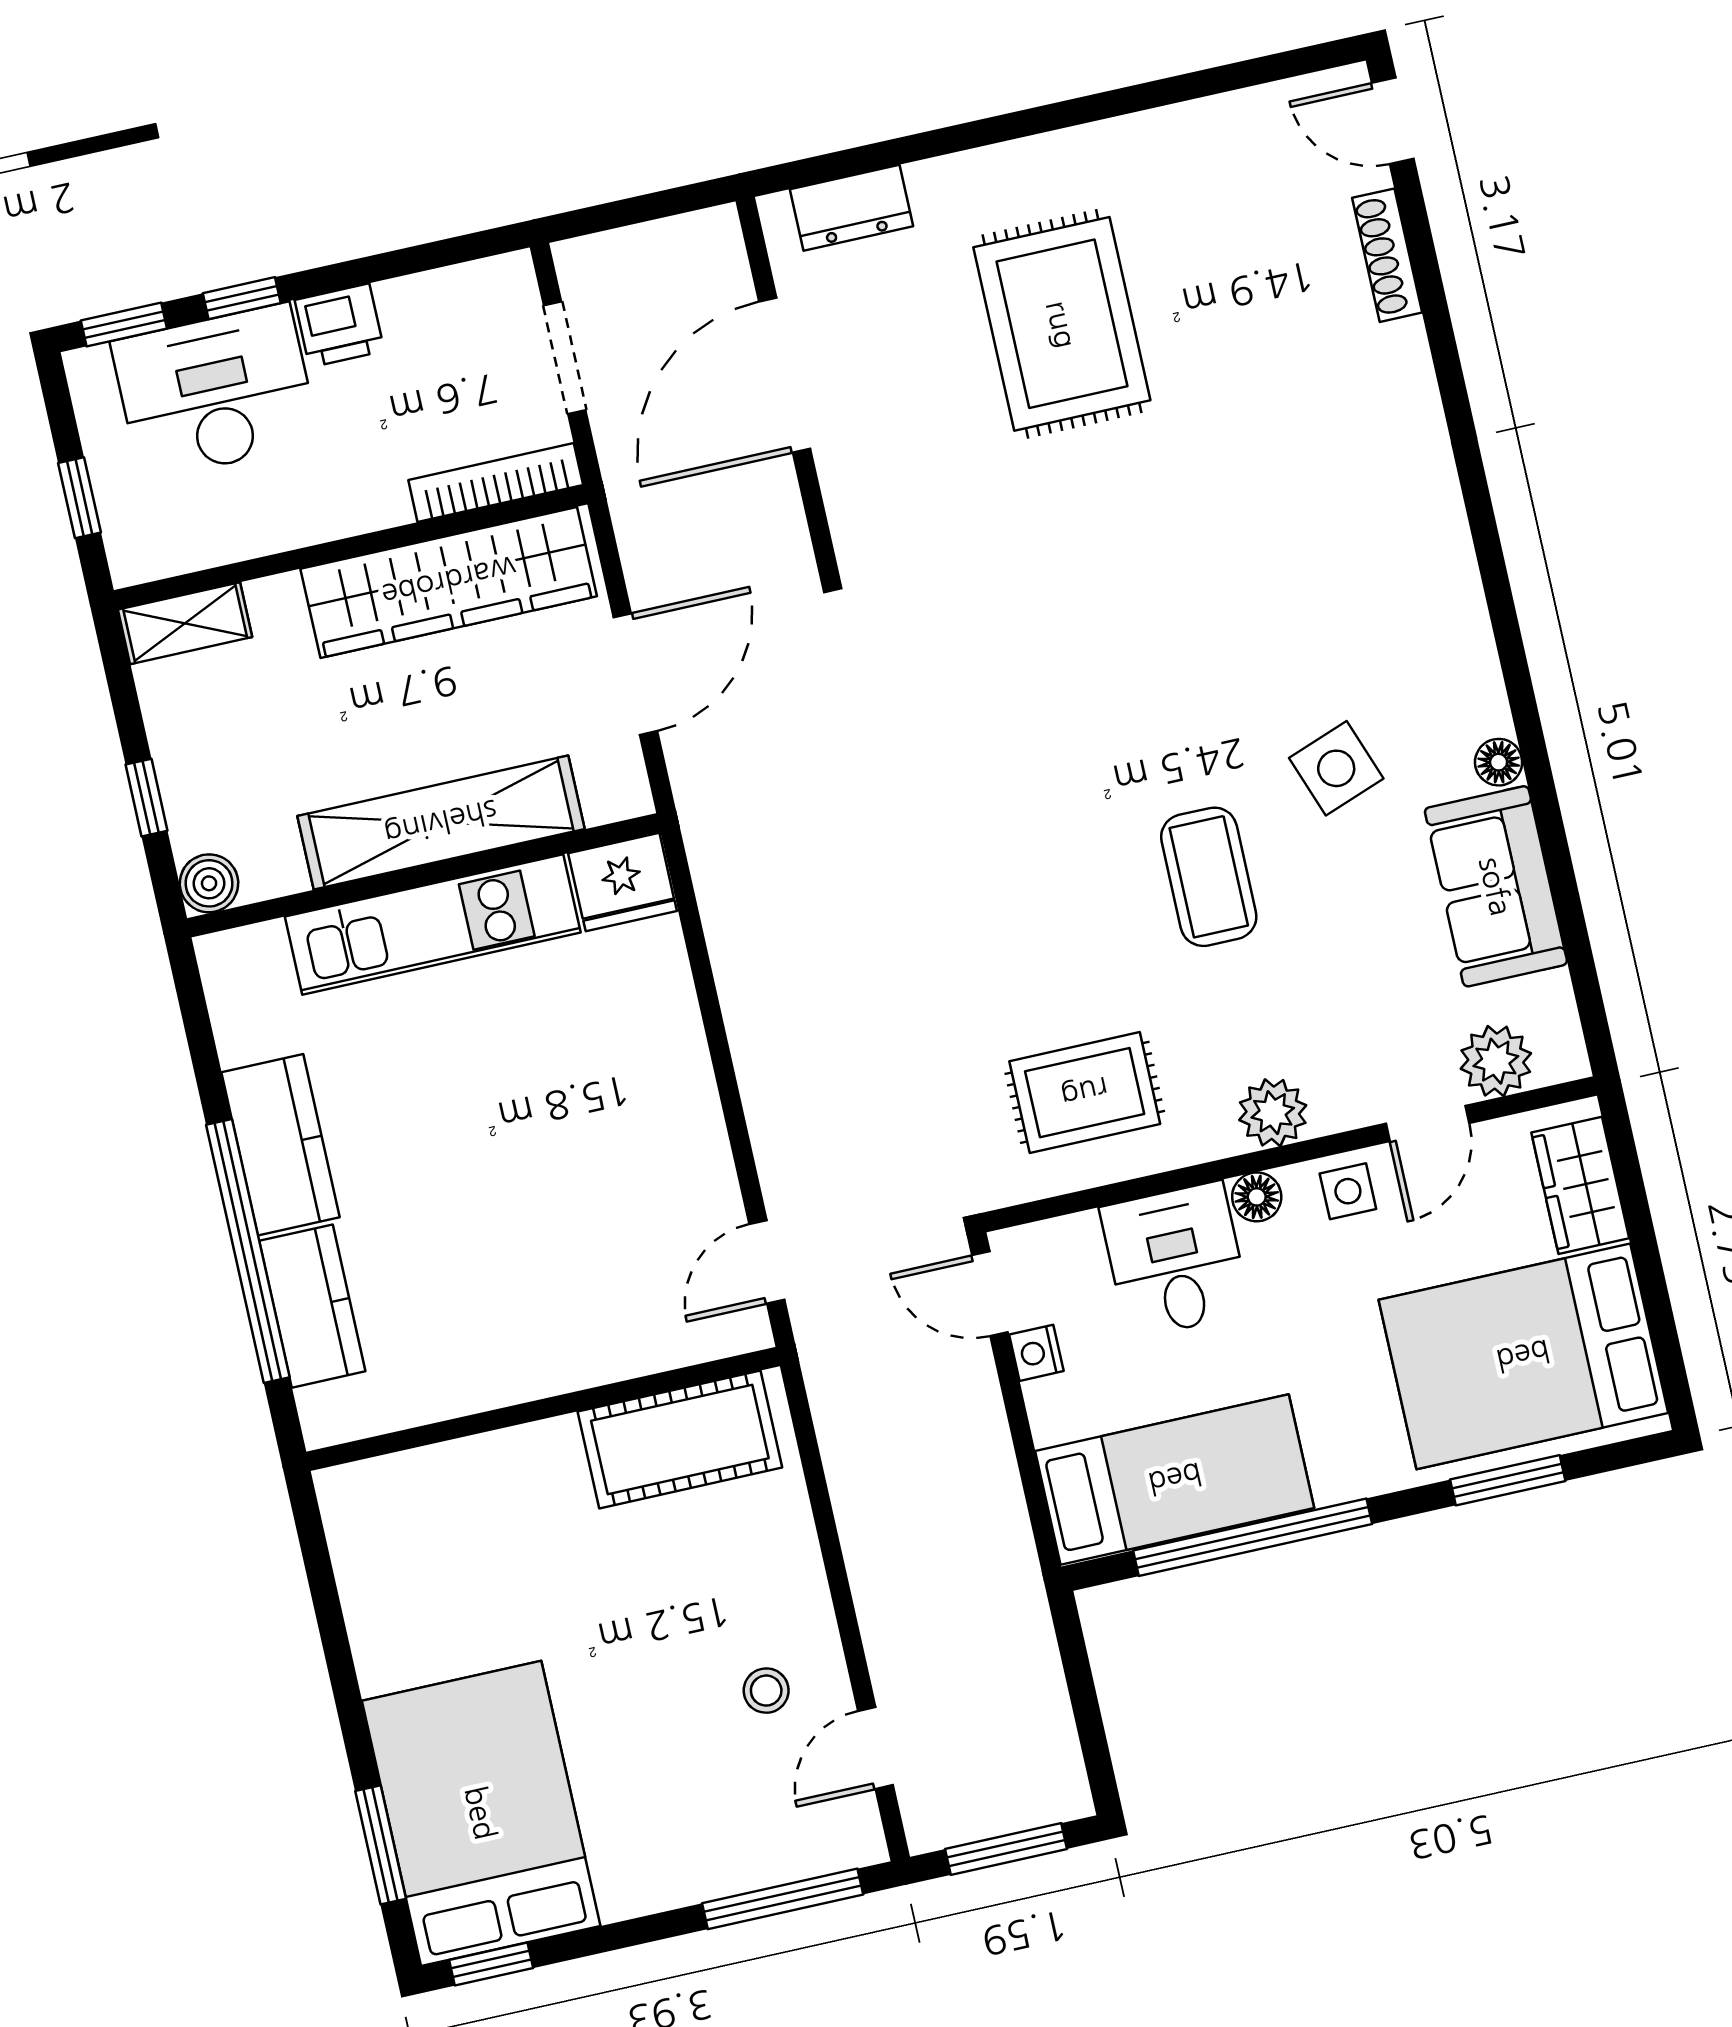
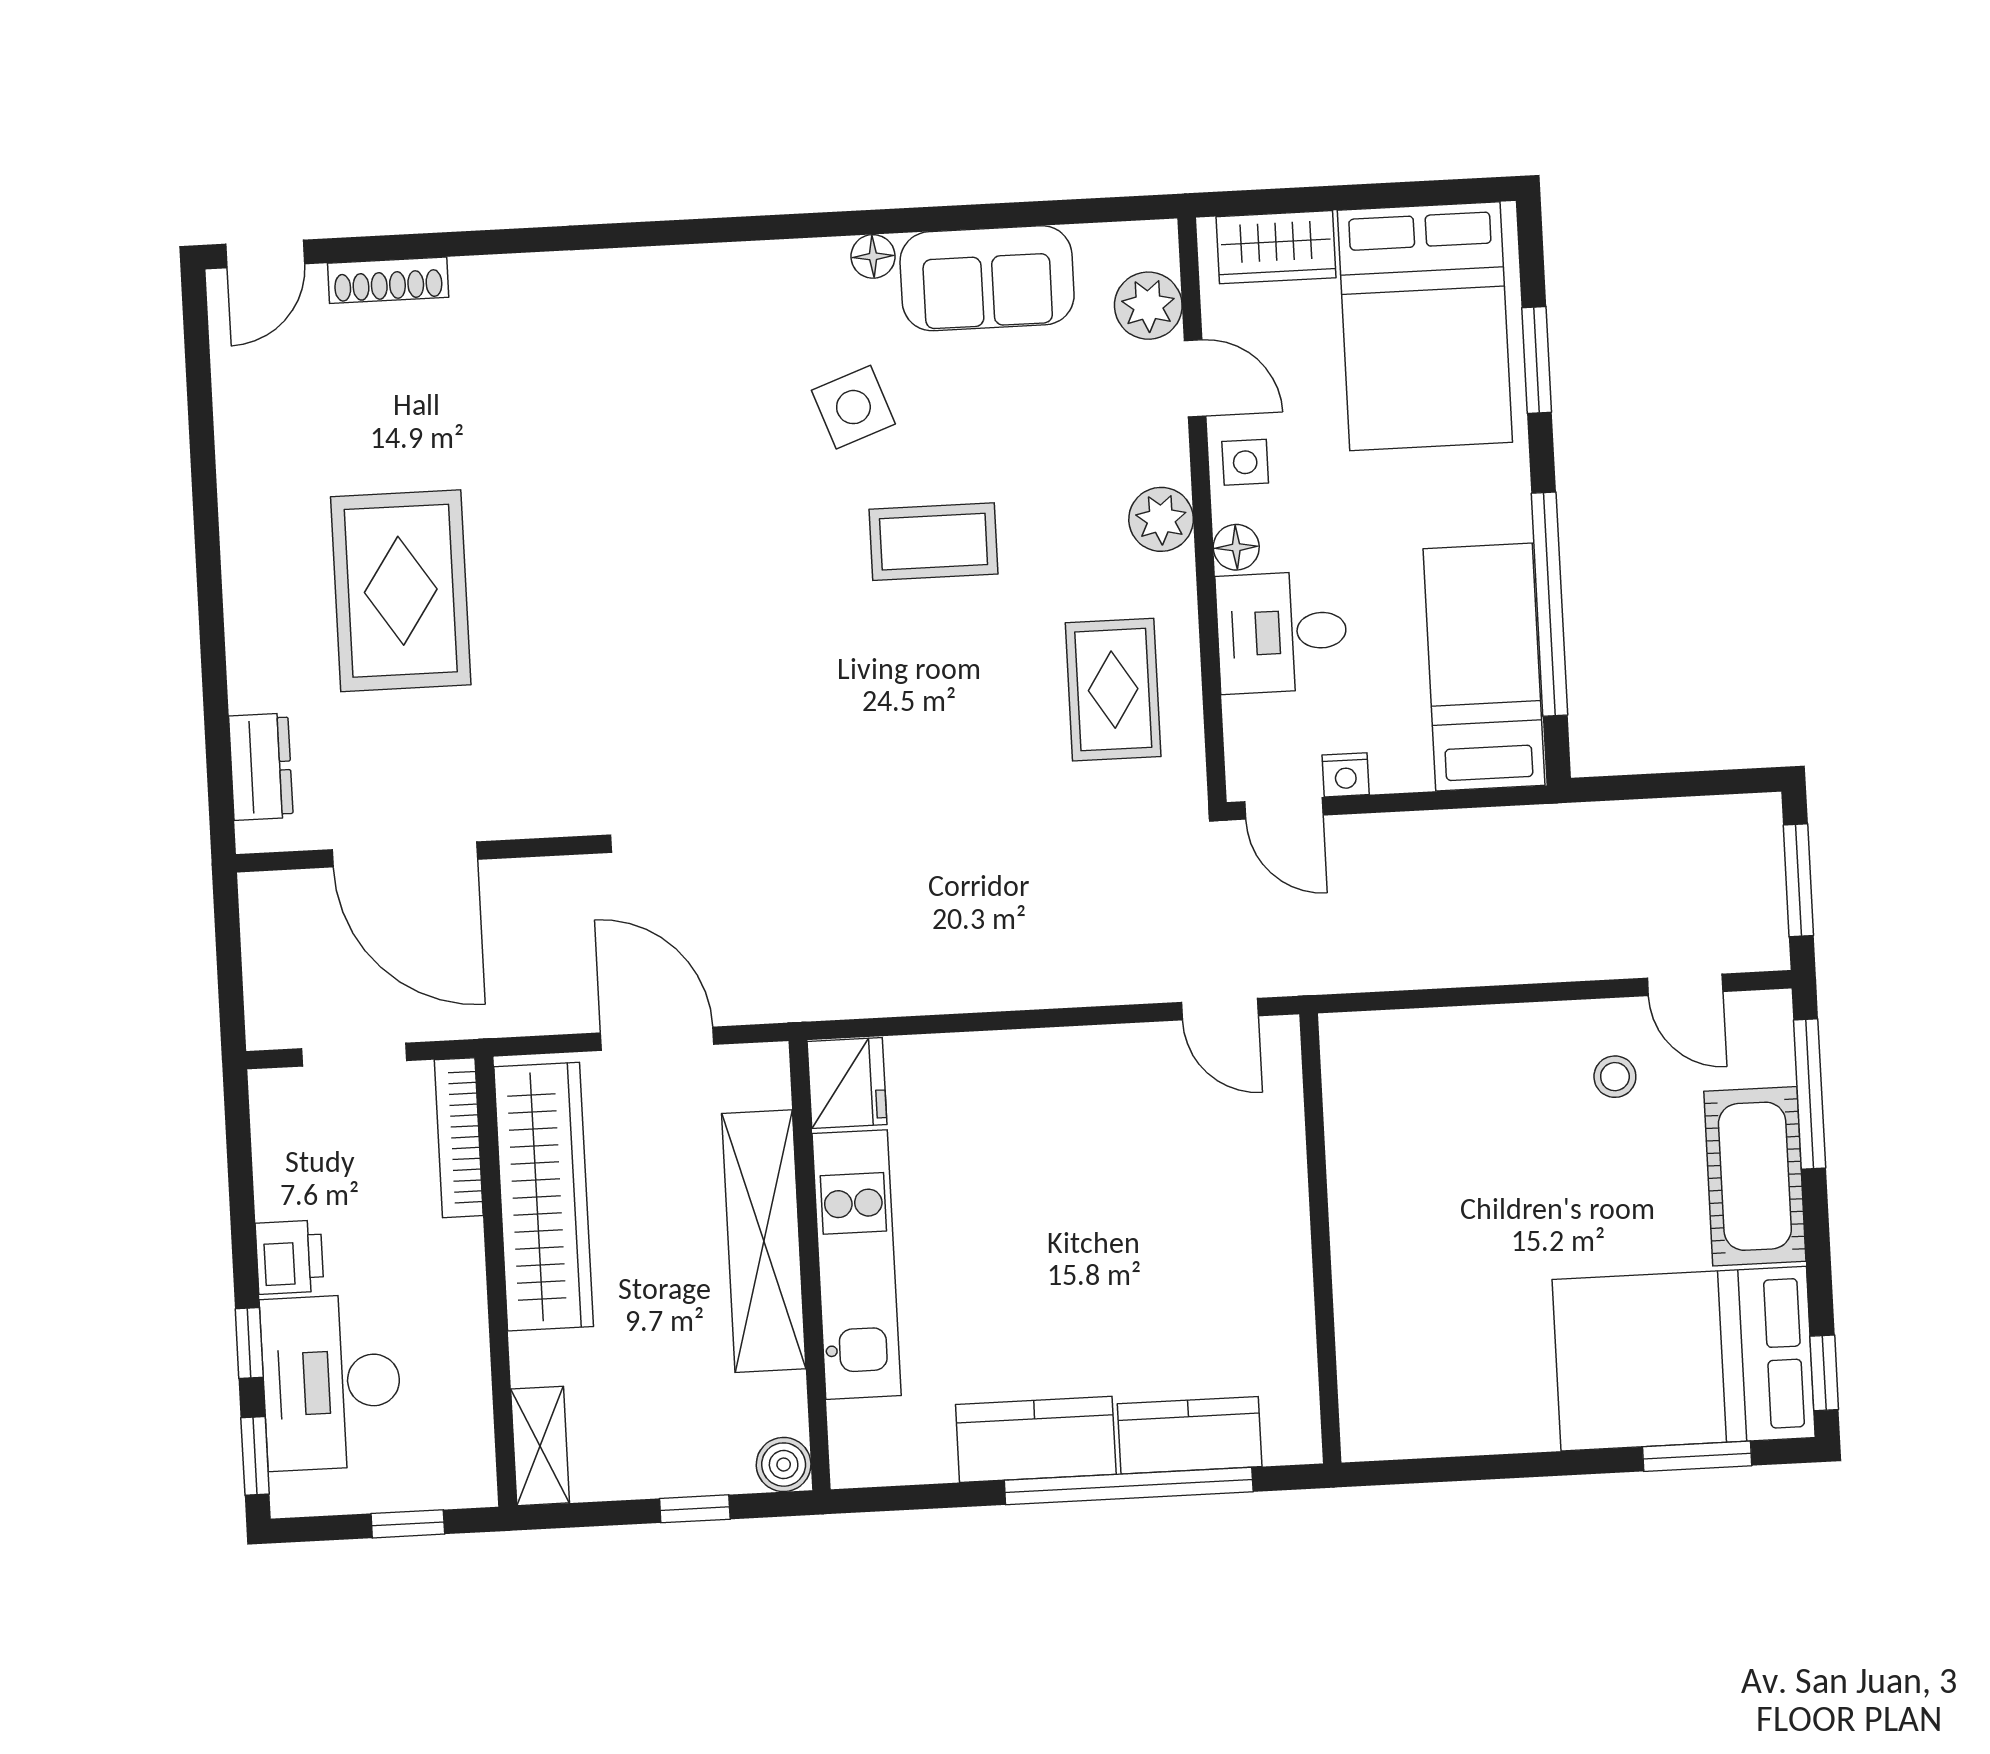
rug: (1062, 324) -> (401, 591), turned 90
door: (990, 1294) -> (1284, 808), hinge flipped
cot: (680, 1440) -> (1755, 1176), moved

